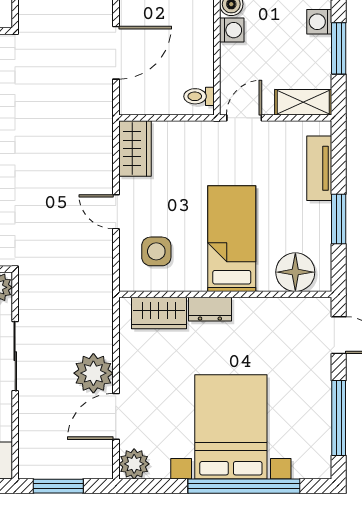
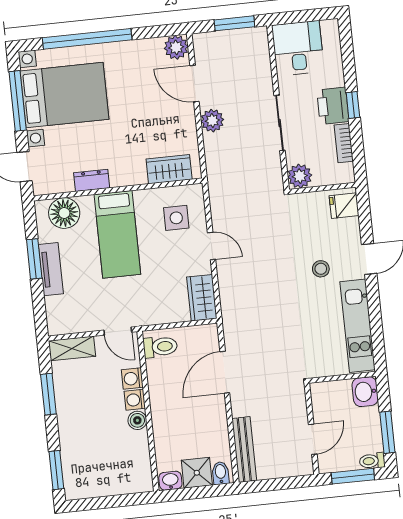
washing machine: (319, 22) -> (132, 379), moved, turned 180
toilet: (199, 96) -> (160, 347), width x1.37, depth x1.39
door: (244, 118) -> (118, 331), hinge flipped
tv unit: (319, 168) -> (51, 269), moved
dresser: (210, 309) -> (92, 180), moved
plant: (93, 373) -> (212, 121), width x0.73, depth x0.73
door: (116, 416) -> (194, 84), swing flipped
bed with nightstands: (231, 427) -> (65, 95), moved, turned -90

